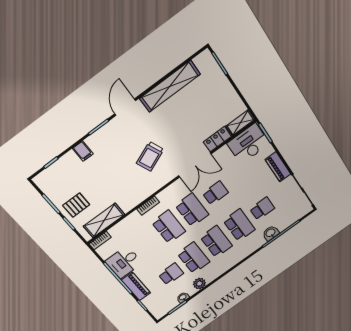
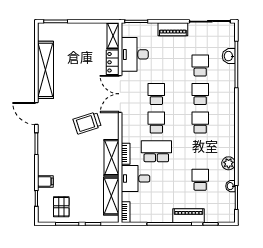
desk: (248, 144) -> (135, 54), moved
filing cabinet: (83, 151) -> (45, 181), moved
trolley: (150, 156) -> (87, 123), turned 95
double door: (195, 165) -> (120, 94), swing flipped
shelving: (136, 197) -> (112, 158), added
pallet: (76, 205) -> (61, 207), moved
school desk: (192, 210) -> (156, 123), width x0.54
school desk: (239, 225) -> (200, 94), width x0.54
washbasin: (271, 233) -> (229, 56), moved
school desk: (216, 241) -> (200, 123), width x0.54
school desk: (194, 258) -> (200, 151), removed
desk: (124, 262) -> (136, 179), moved, turned 90

